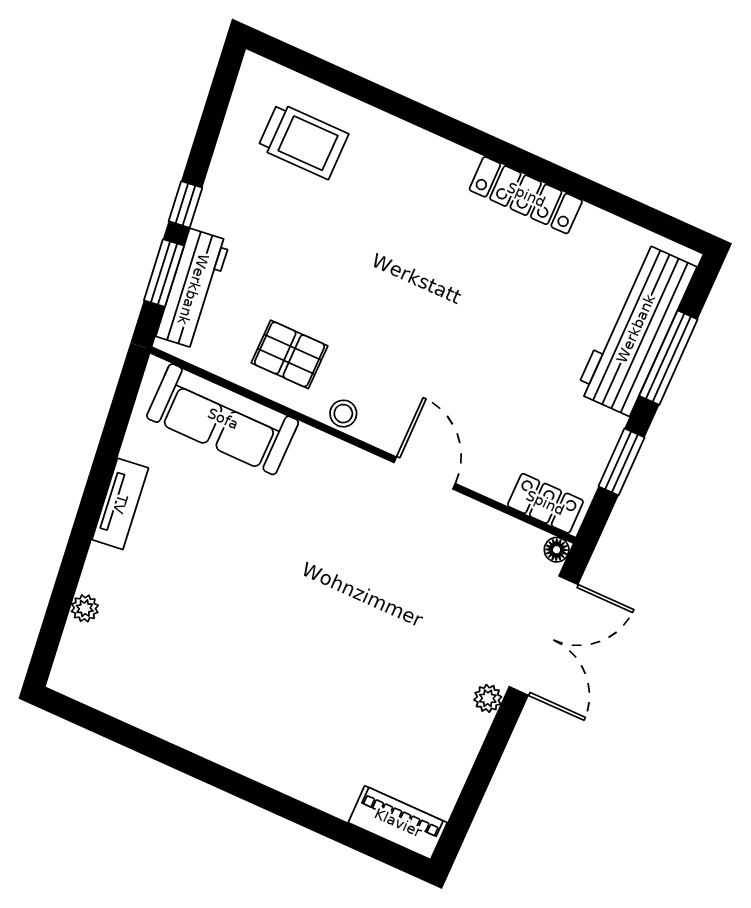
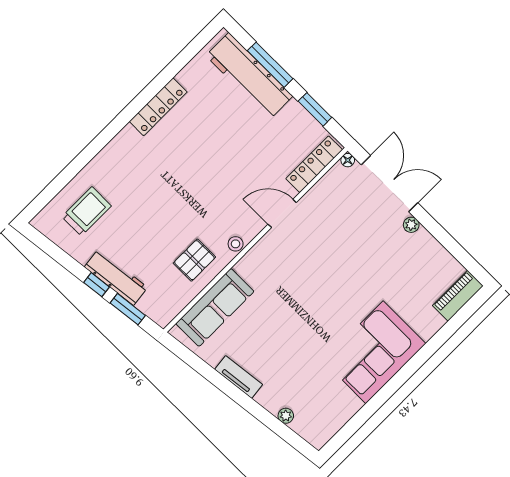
workbench: (193, 289) -> (116, 277), moved
locker: (545, 503) -> (314, 164), width x1.53
corner sofa: (249, 718) -> (374, 352), added

